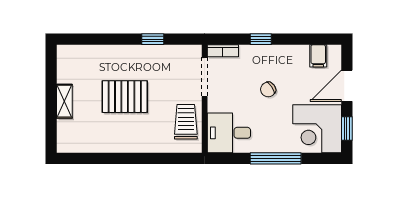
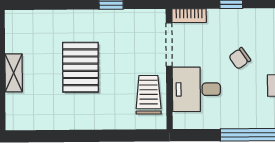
pallet: (125, 97) -> (80, 67), turned 90
desk: (229, 133) -> (196, 89), moved

